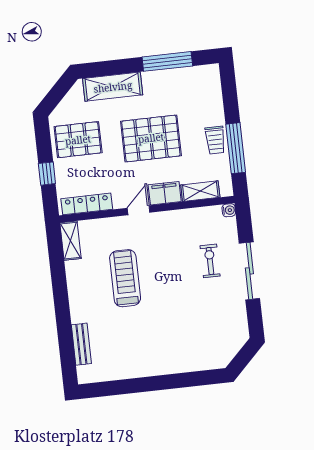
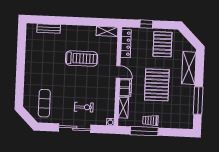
exercise mat: (214, 331) -> (44, 103), added

